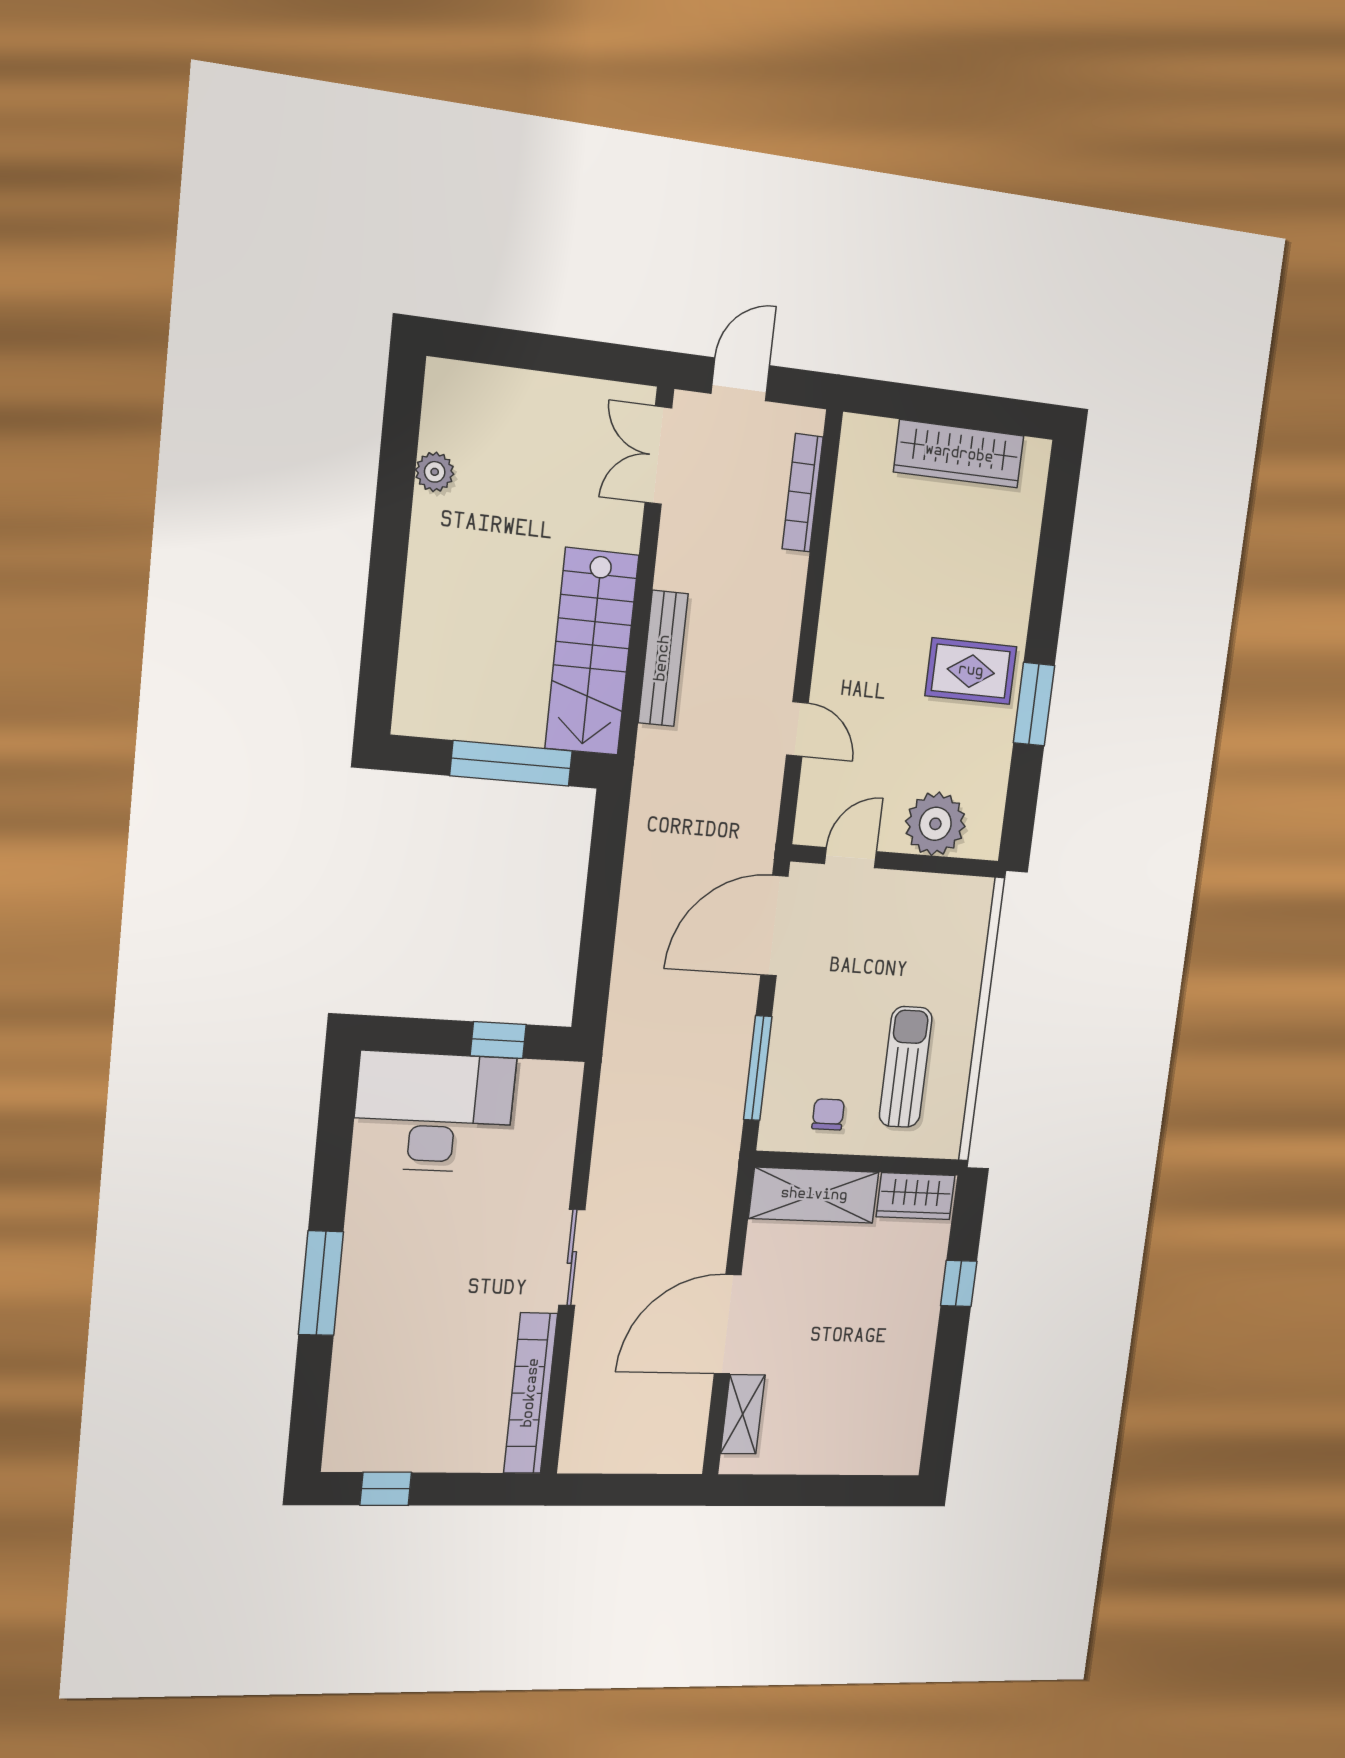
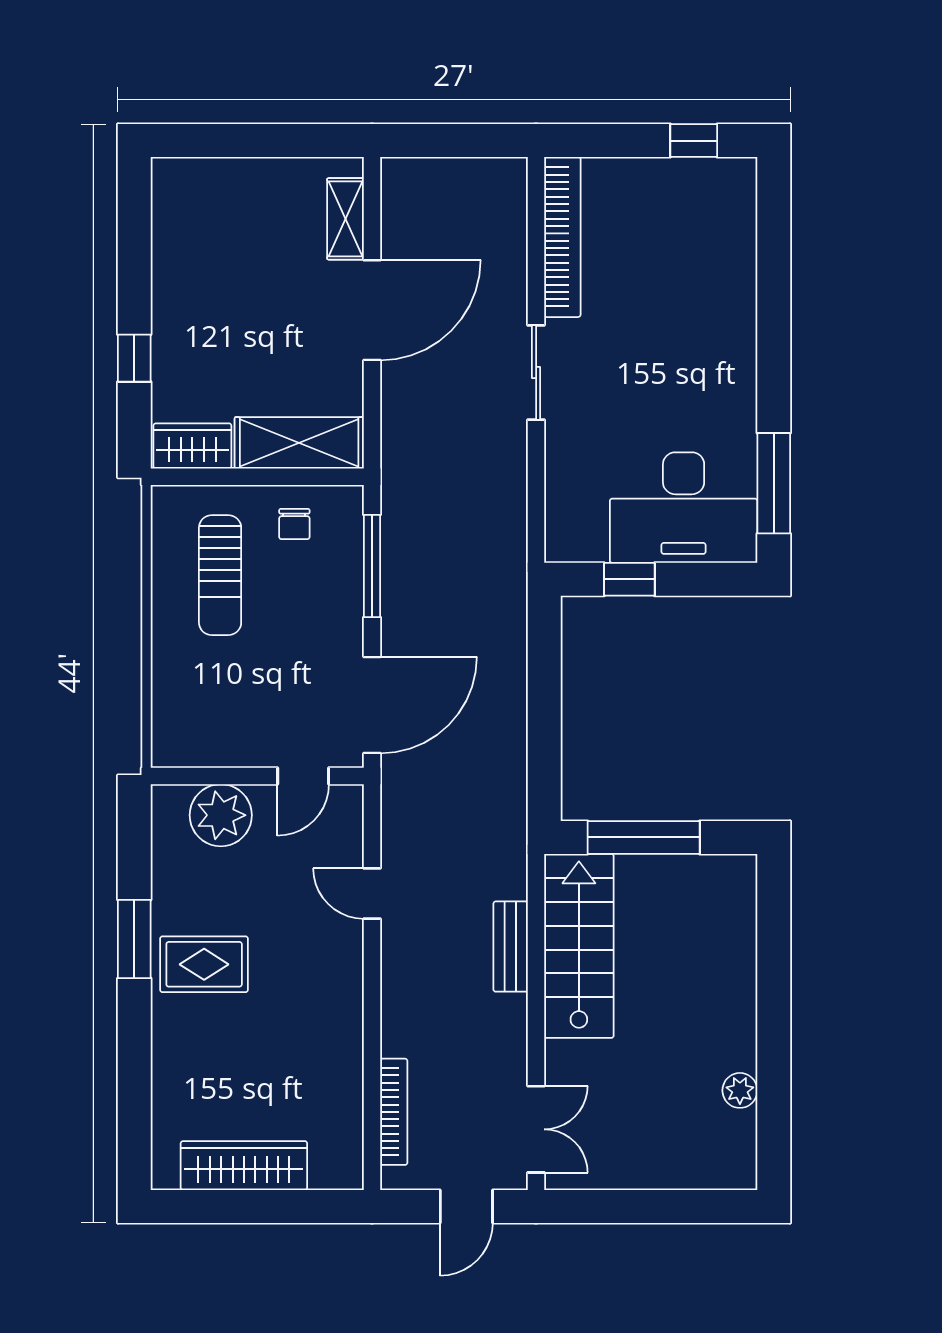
bench: (663, 658) -> (511, 947), width x0.73
window: (321, 1283) -> (774, 483), moved

